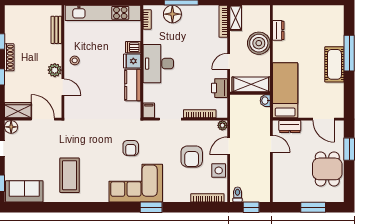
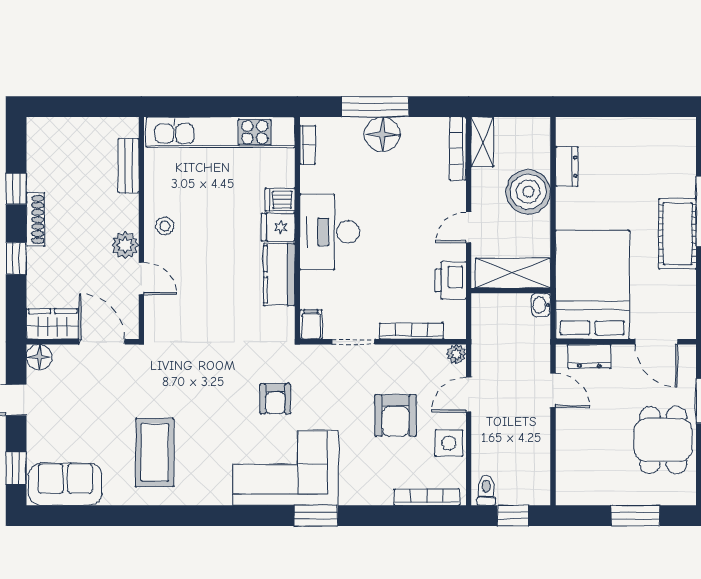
floor lamp: (172, 14) -> (382, 134), moved
bed: (285, 90) -> (592, 285), width x1.50

